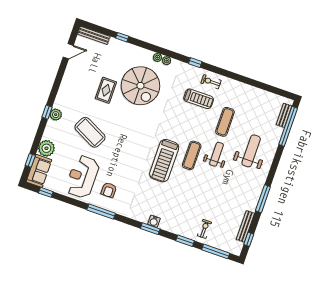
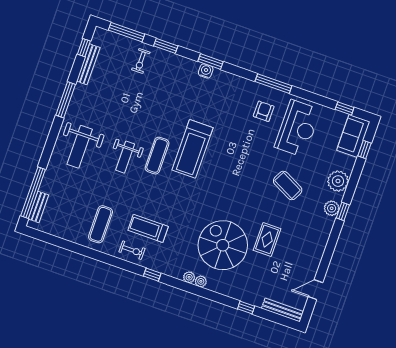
exercise mat: (225, 122) -> (101, 224), moved
coffee table: (90, 132) -> (288, 185), width x0.73, depth x0.76
plant: (46, 148) -> (338, 181), moved
weight bench: (251, 151) -> (80, 147), moved
treadmill: (164, 161) -> (192, 149), turned 180

